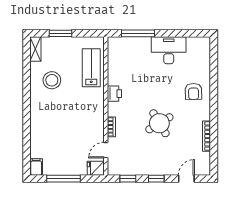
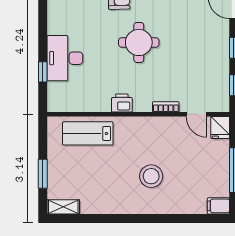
window: (138, 33) -> (43, 72), width x0.46
desk: (169, 50) -> (65, 58), moved
stool: (52, 80) -> (151, 176), moved
round table: (159, 123) -> (139, 42), moved, turned 31

